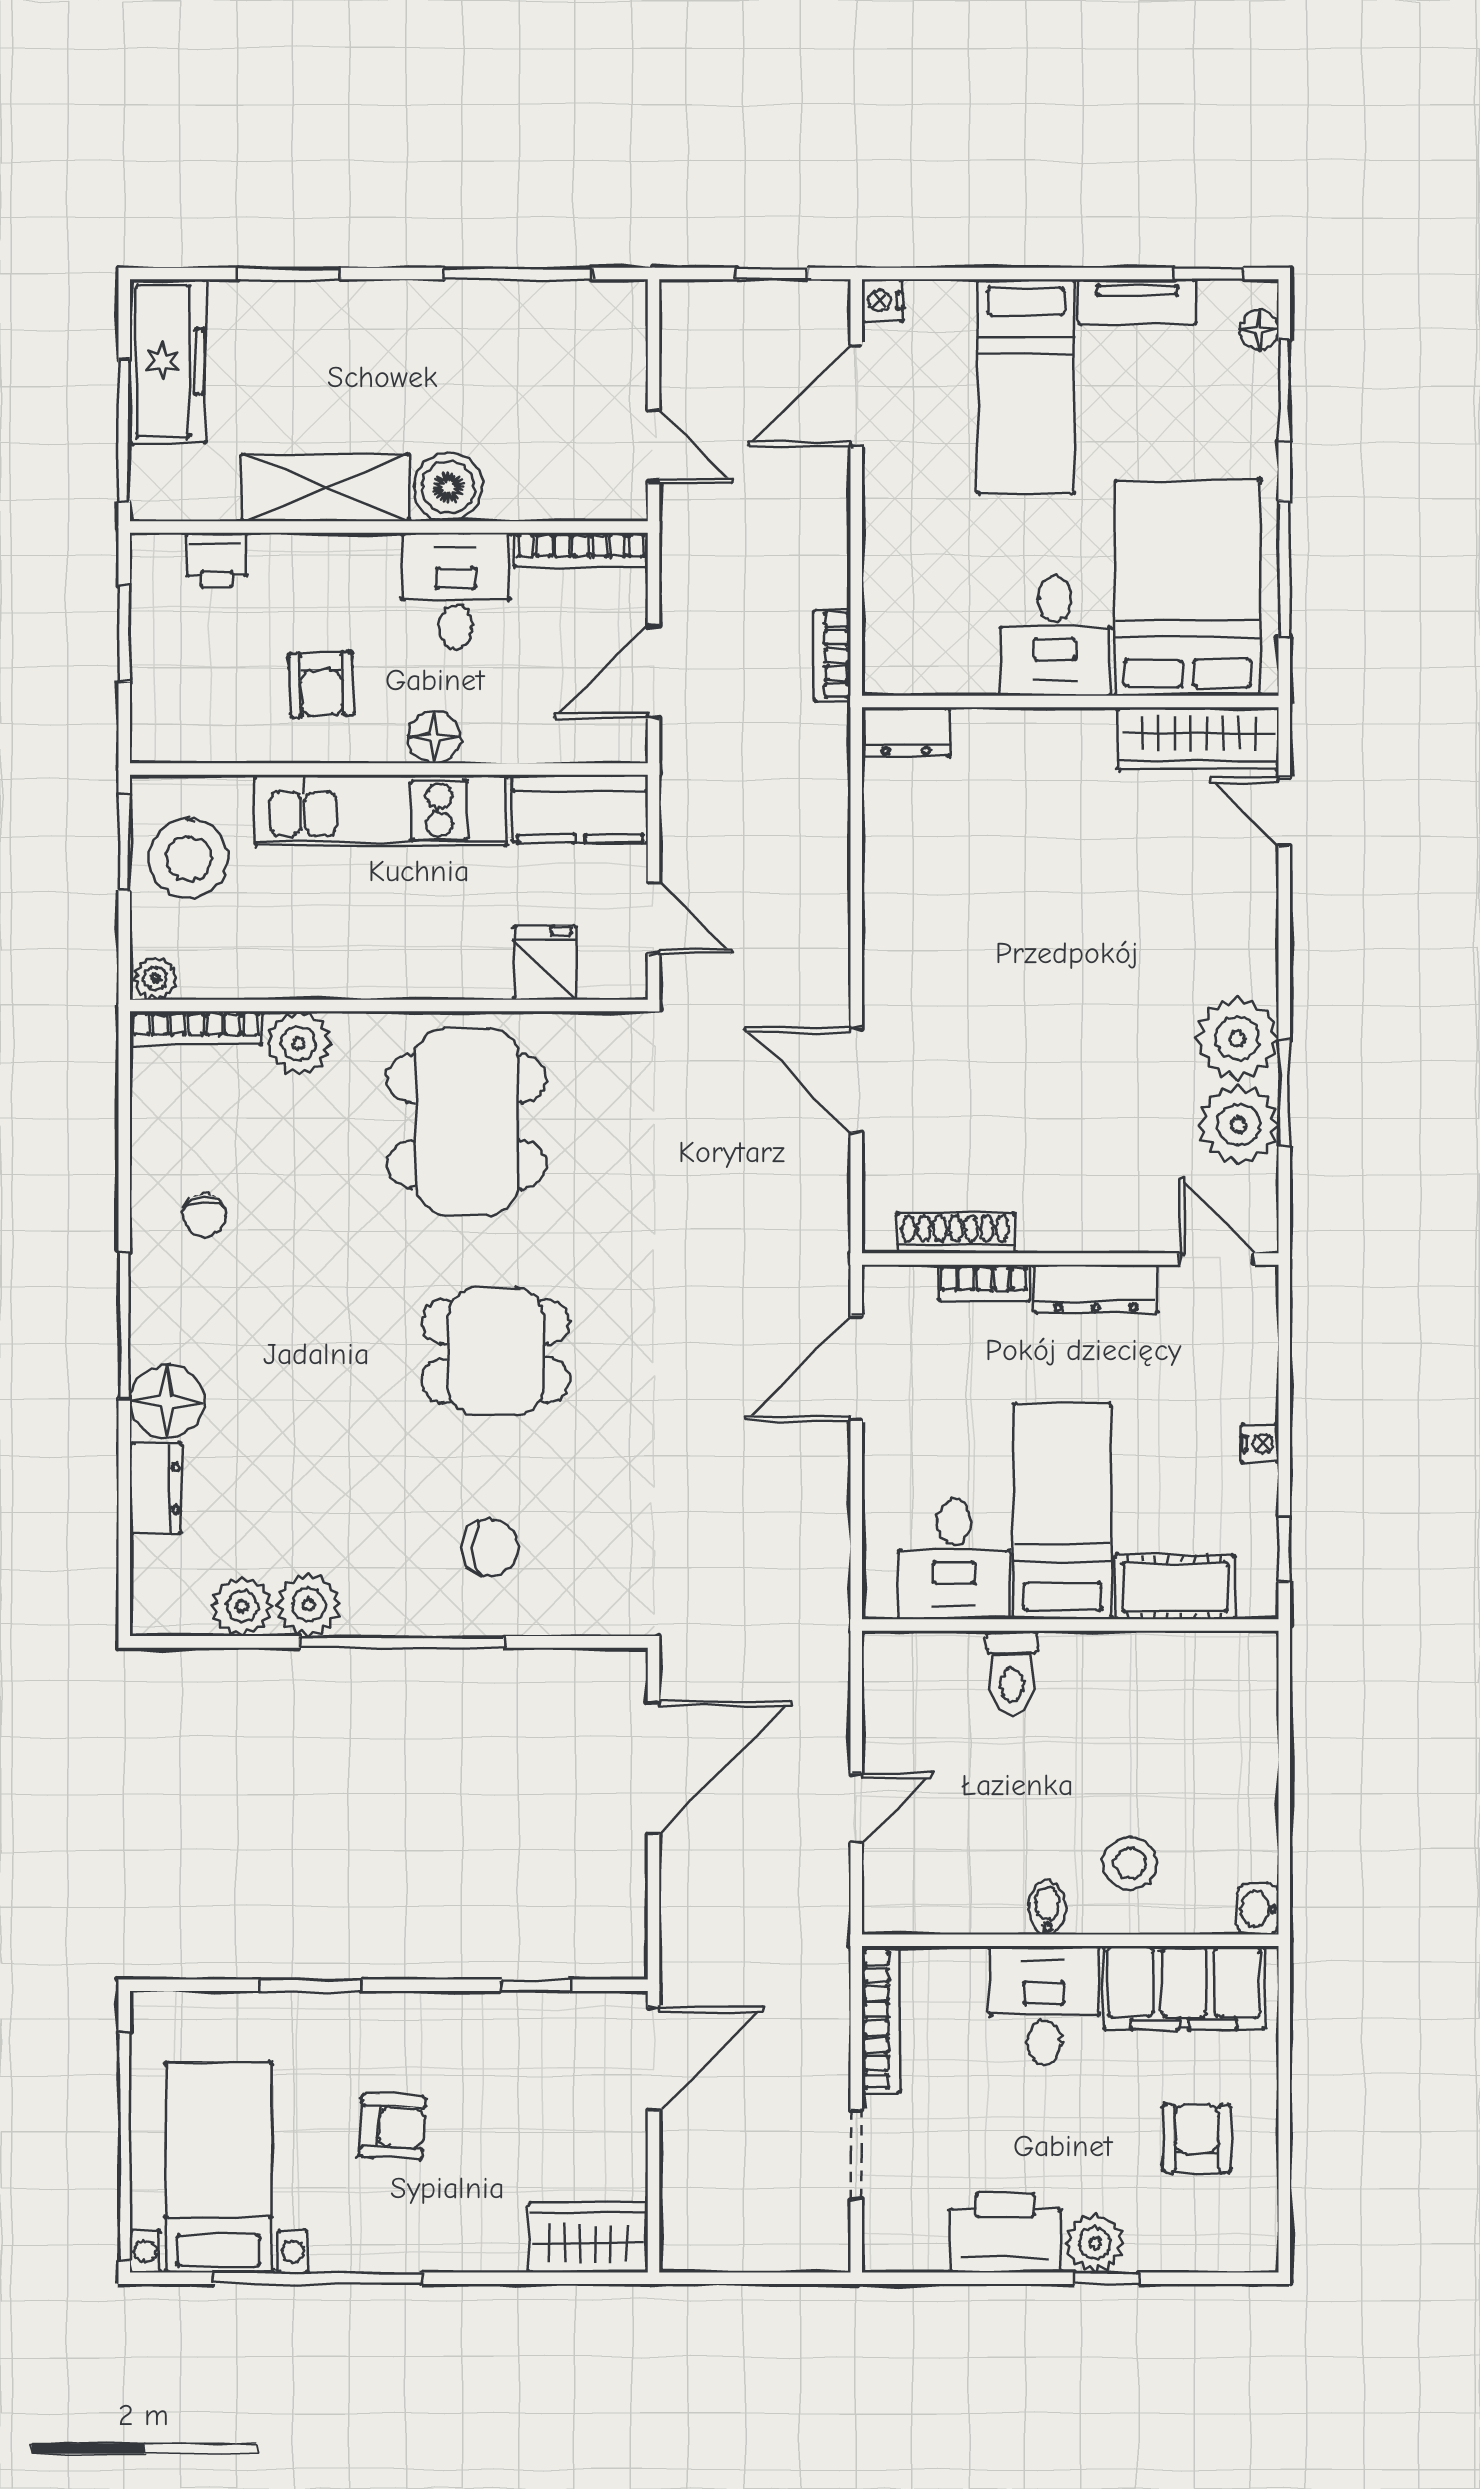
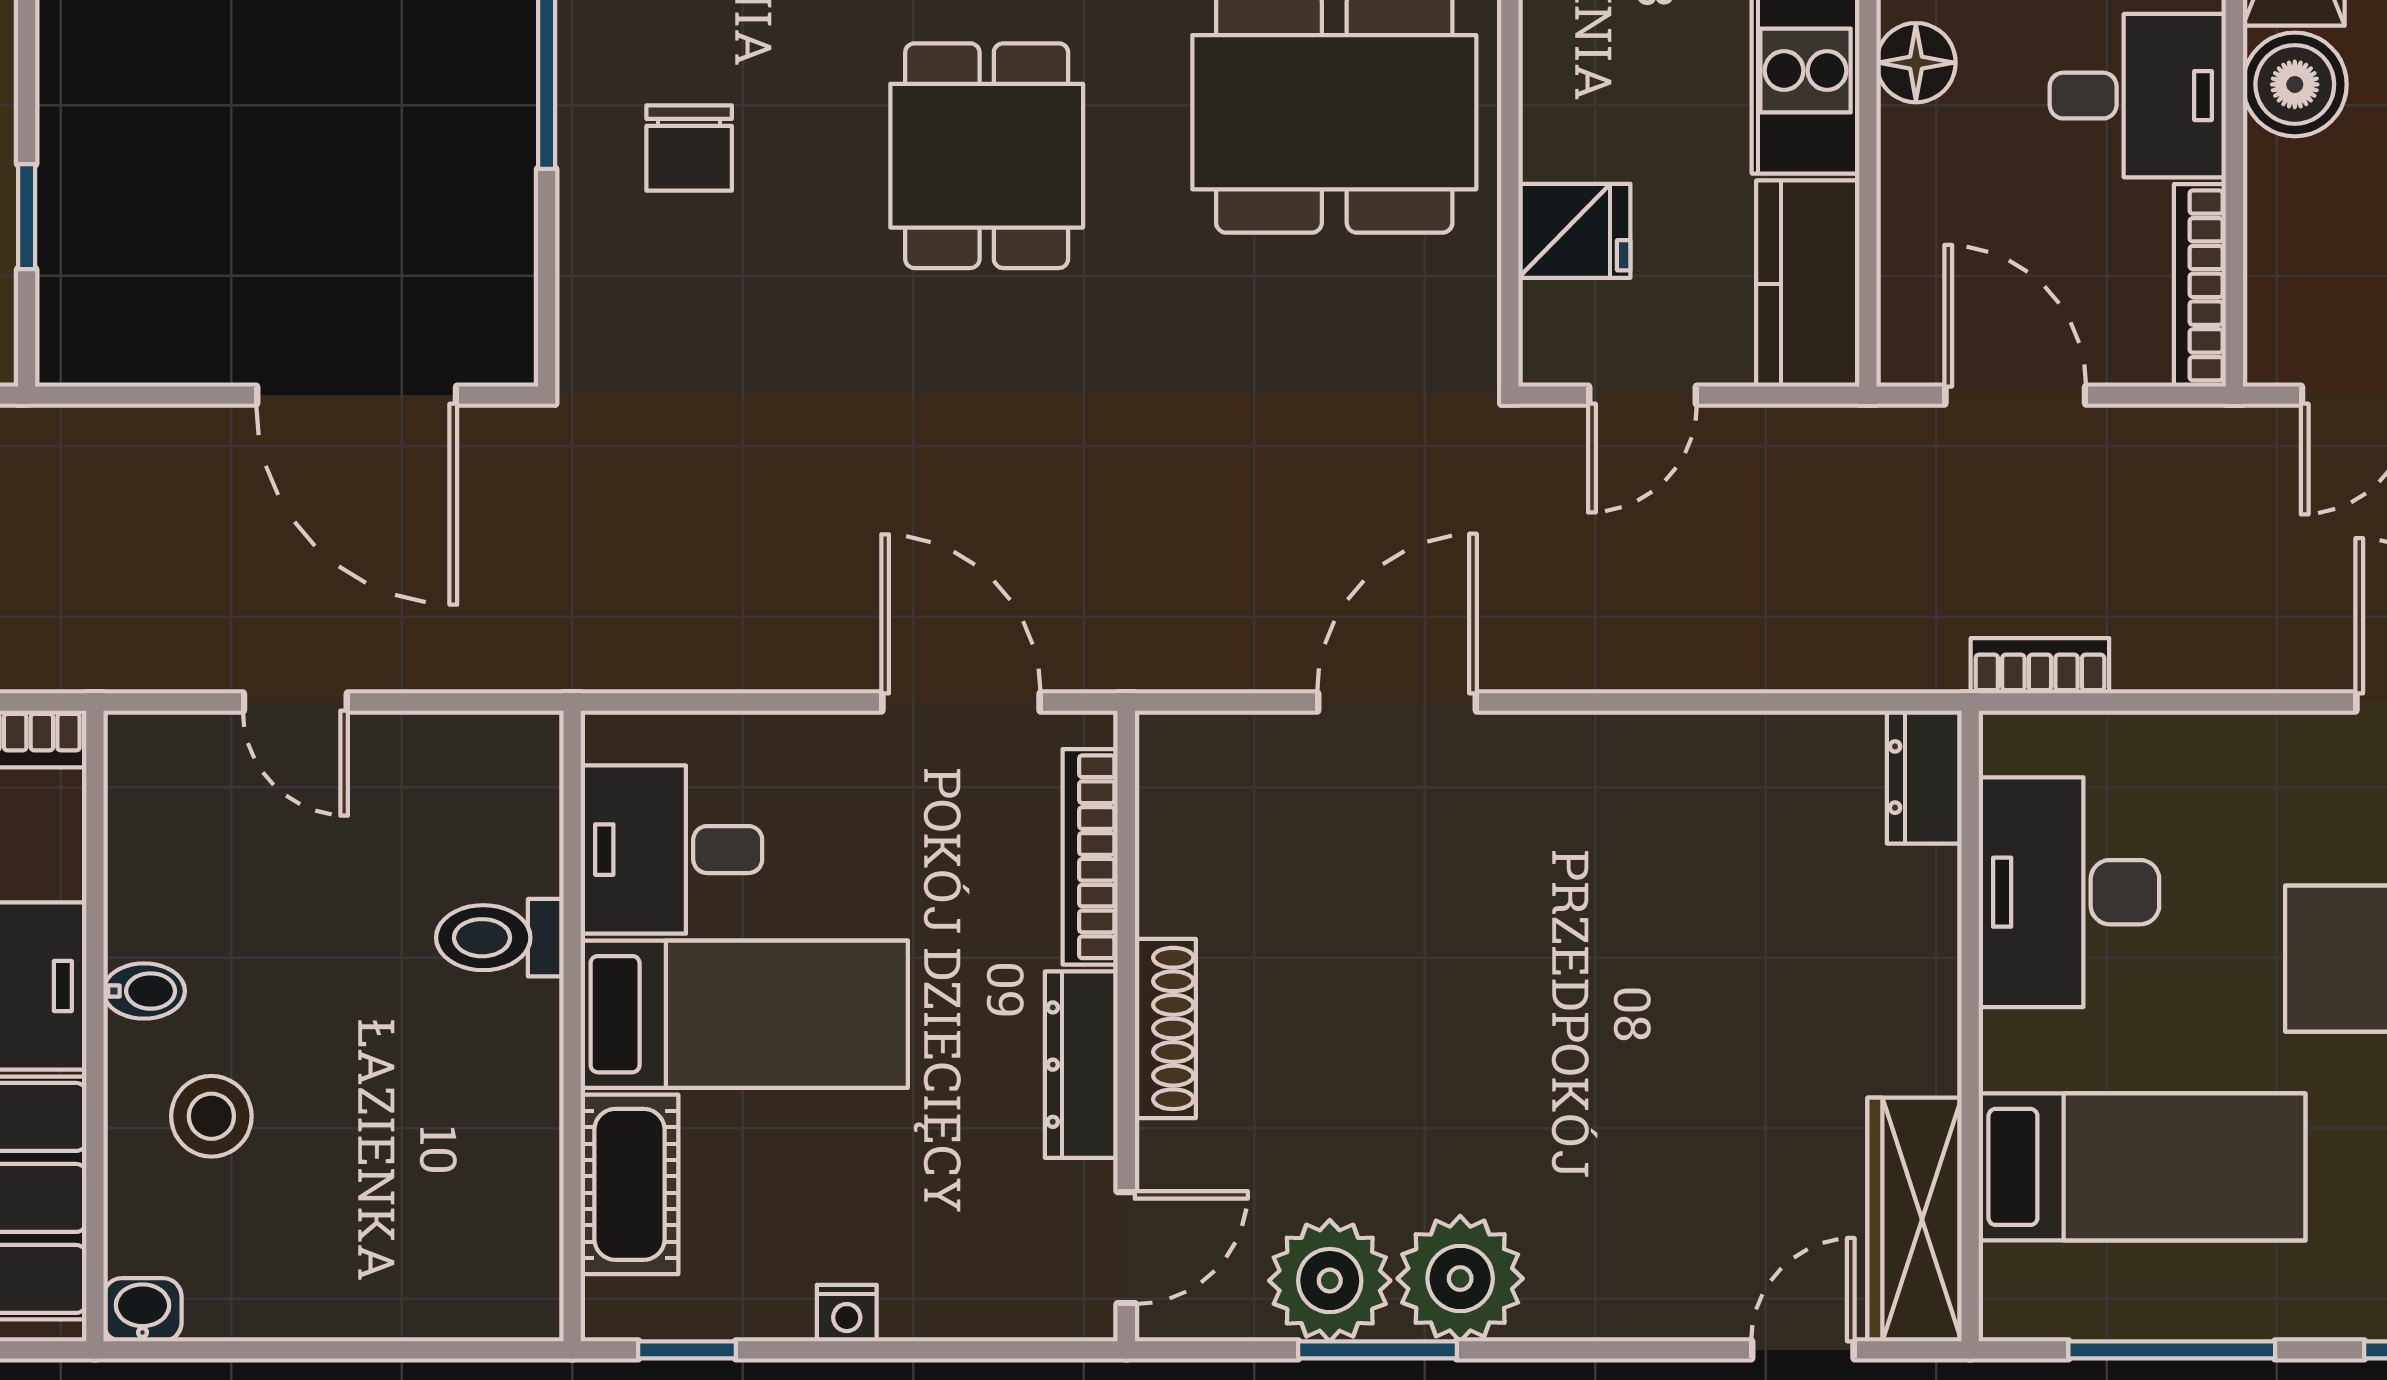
bed: (1188, 588) -> (2142, 1167), width x0.67
desk: (1055, 636) -> (2069, 892), moved, width x1.37
shoe rack: (955, 1233) -> (1165, 1028), moved
bookcase: (984, 1283) -> (1090, 857), width x1.56

